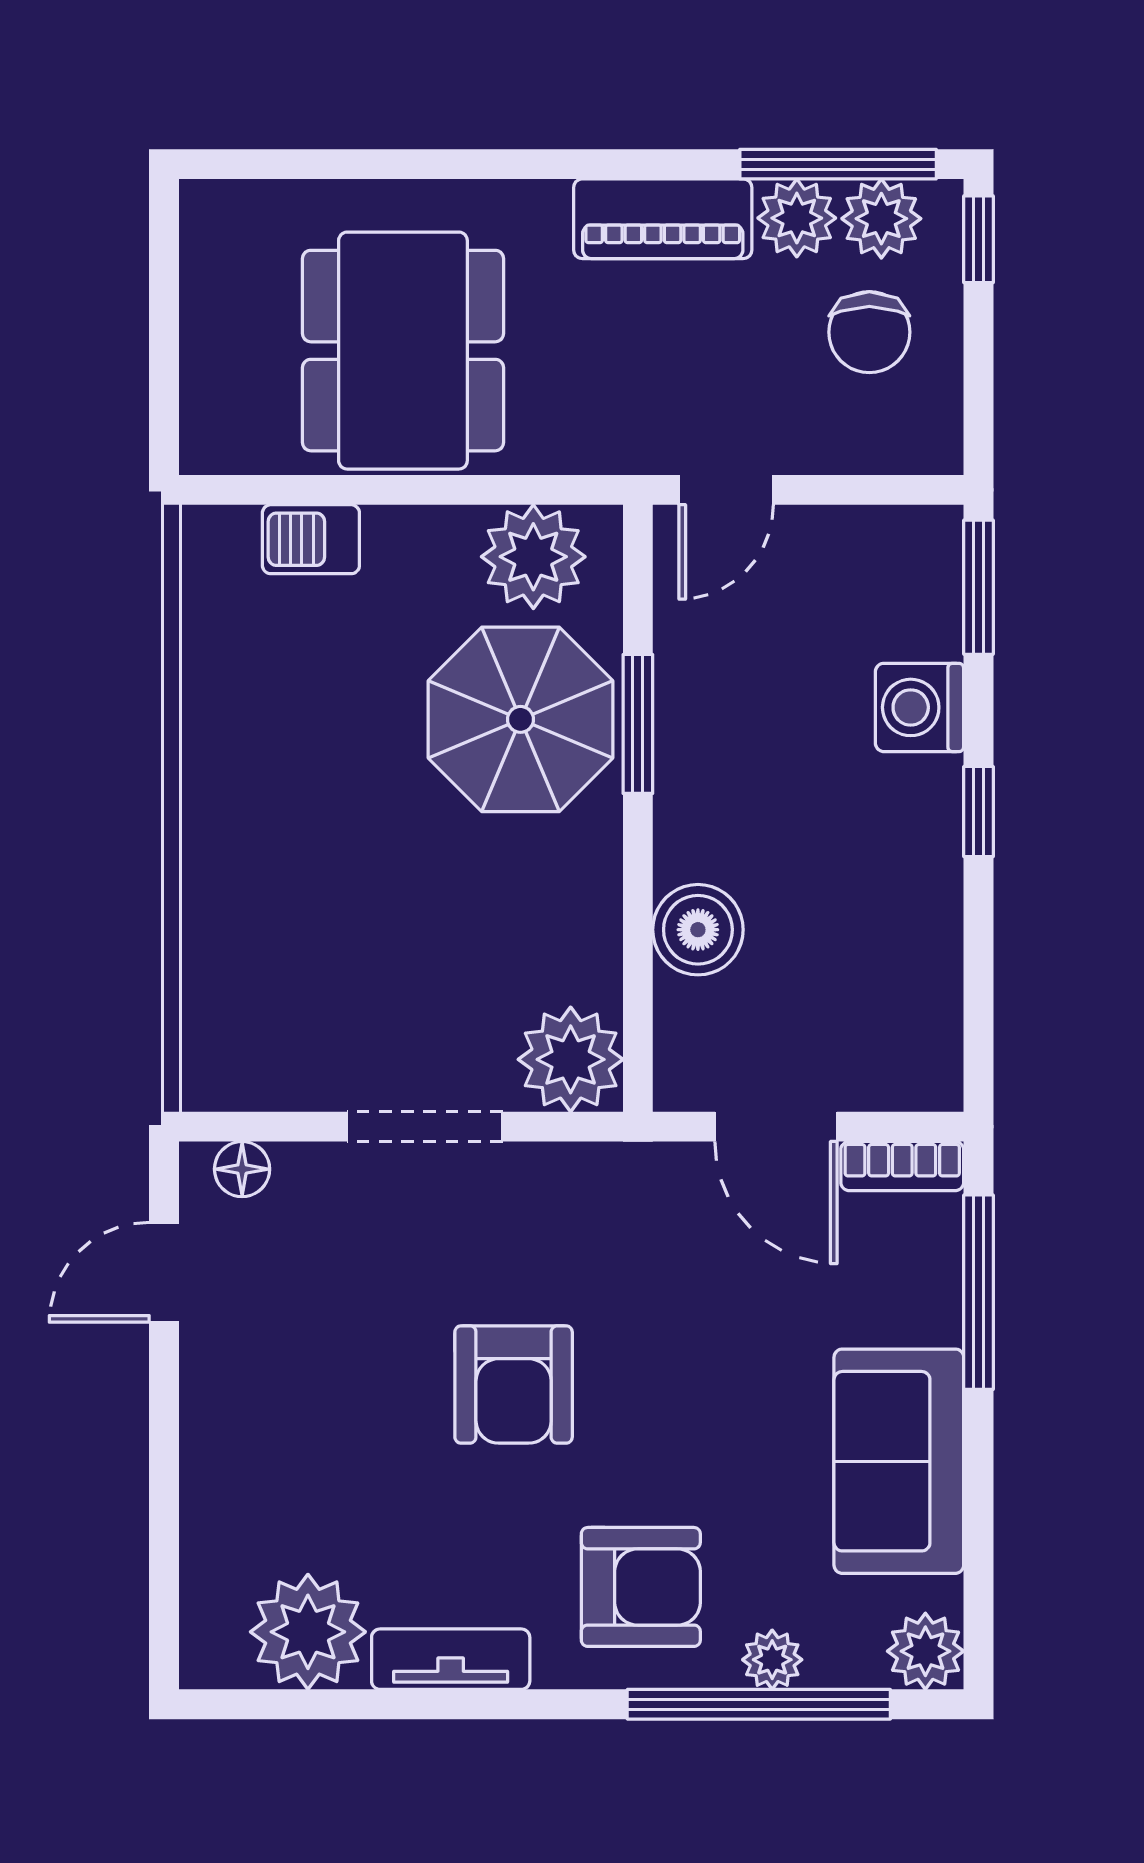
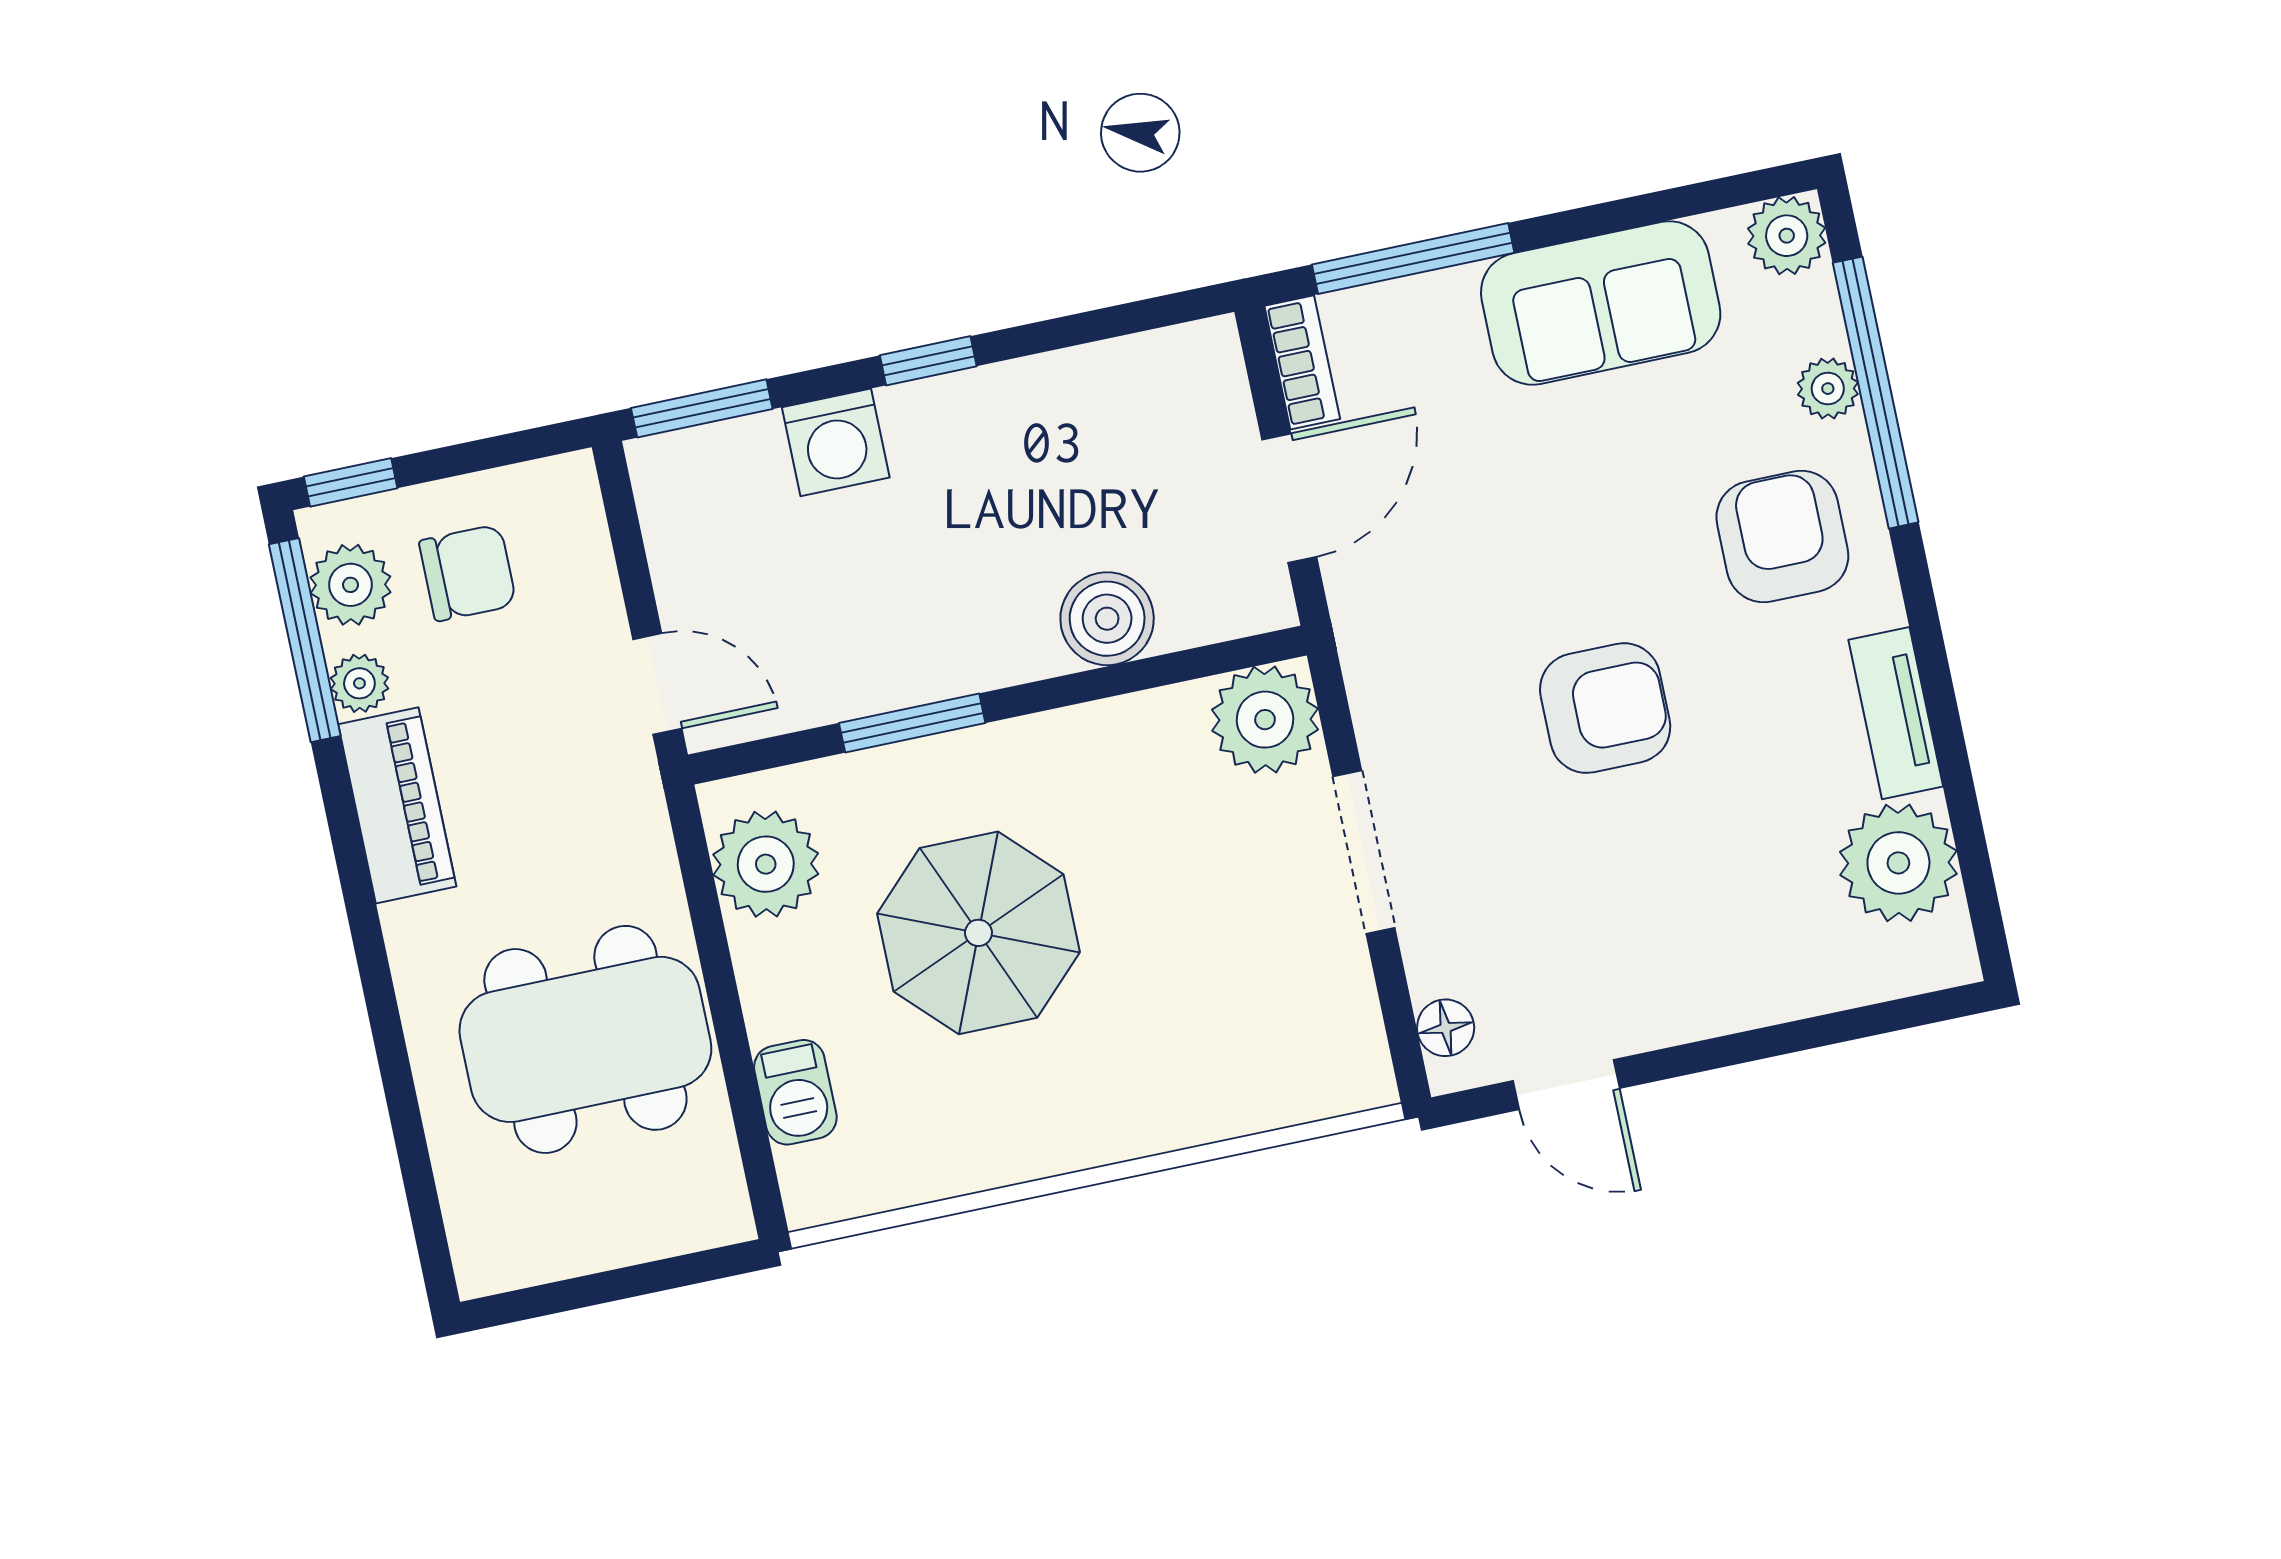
plant: (797, 218) -> (359, 683), width x0.73, depth x0.73
parasol: (520, 719) -> (978, 933), moved

